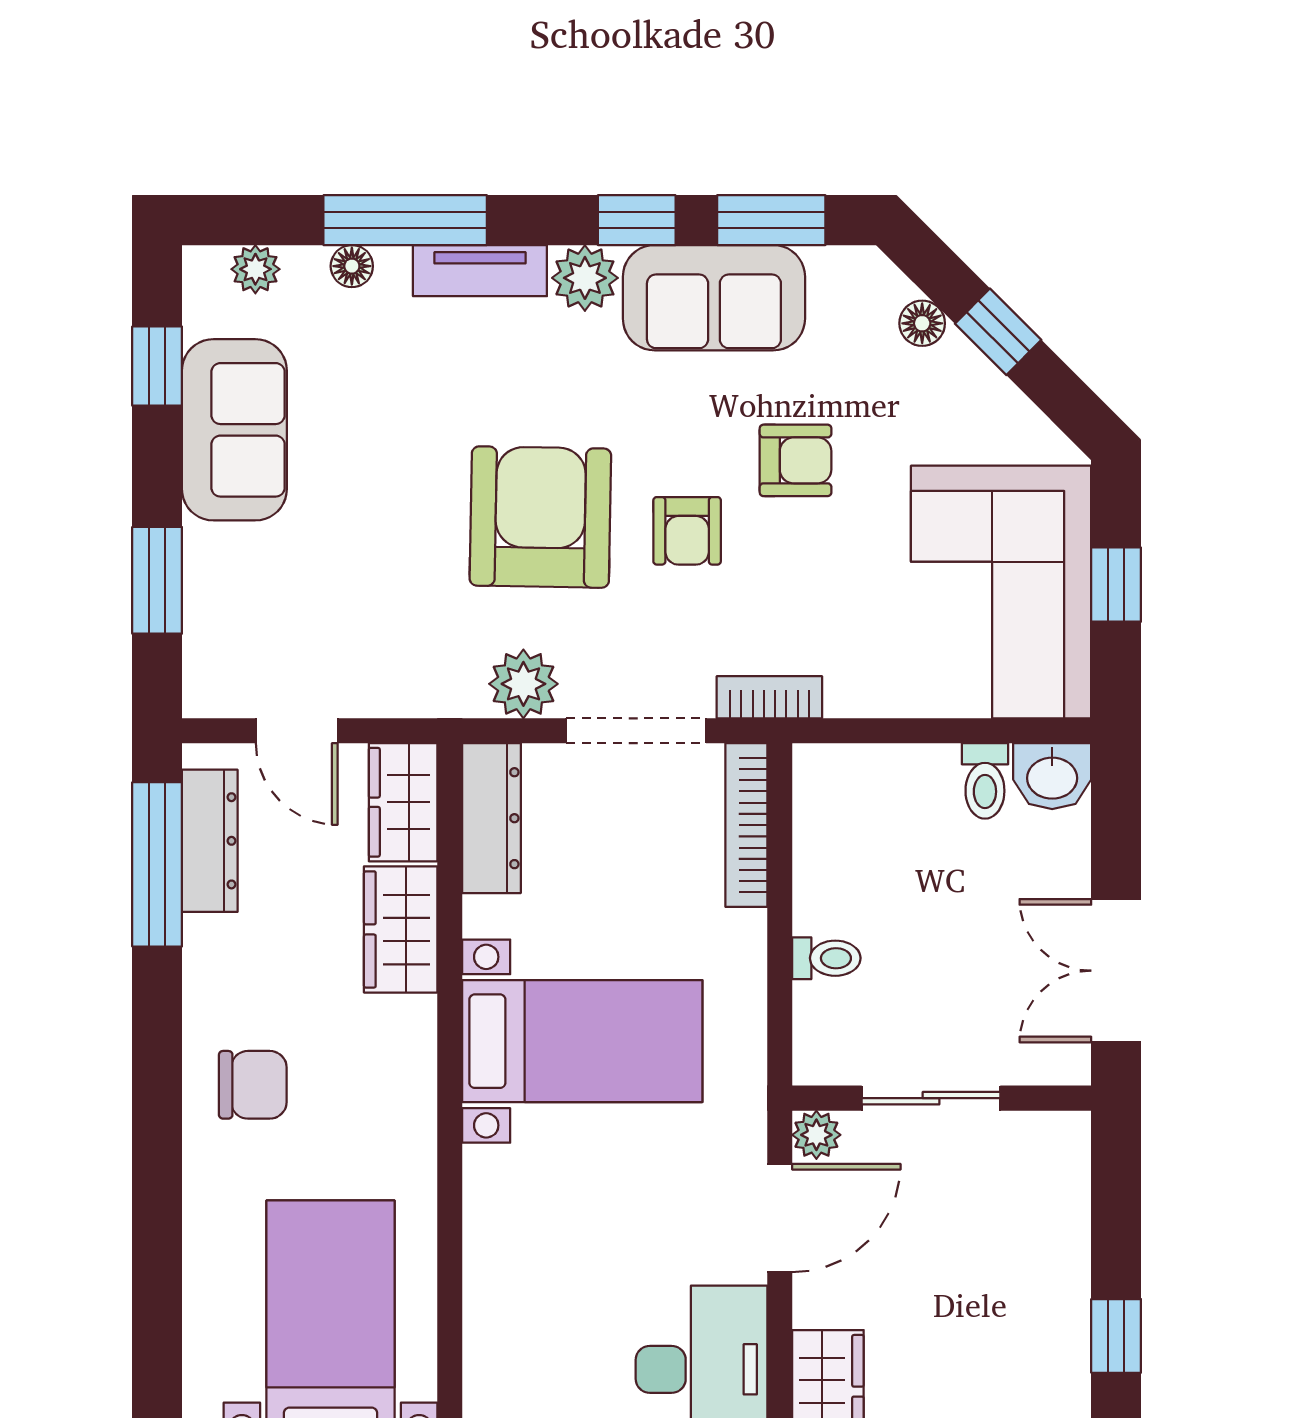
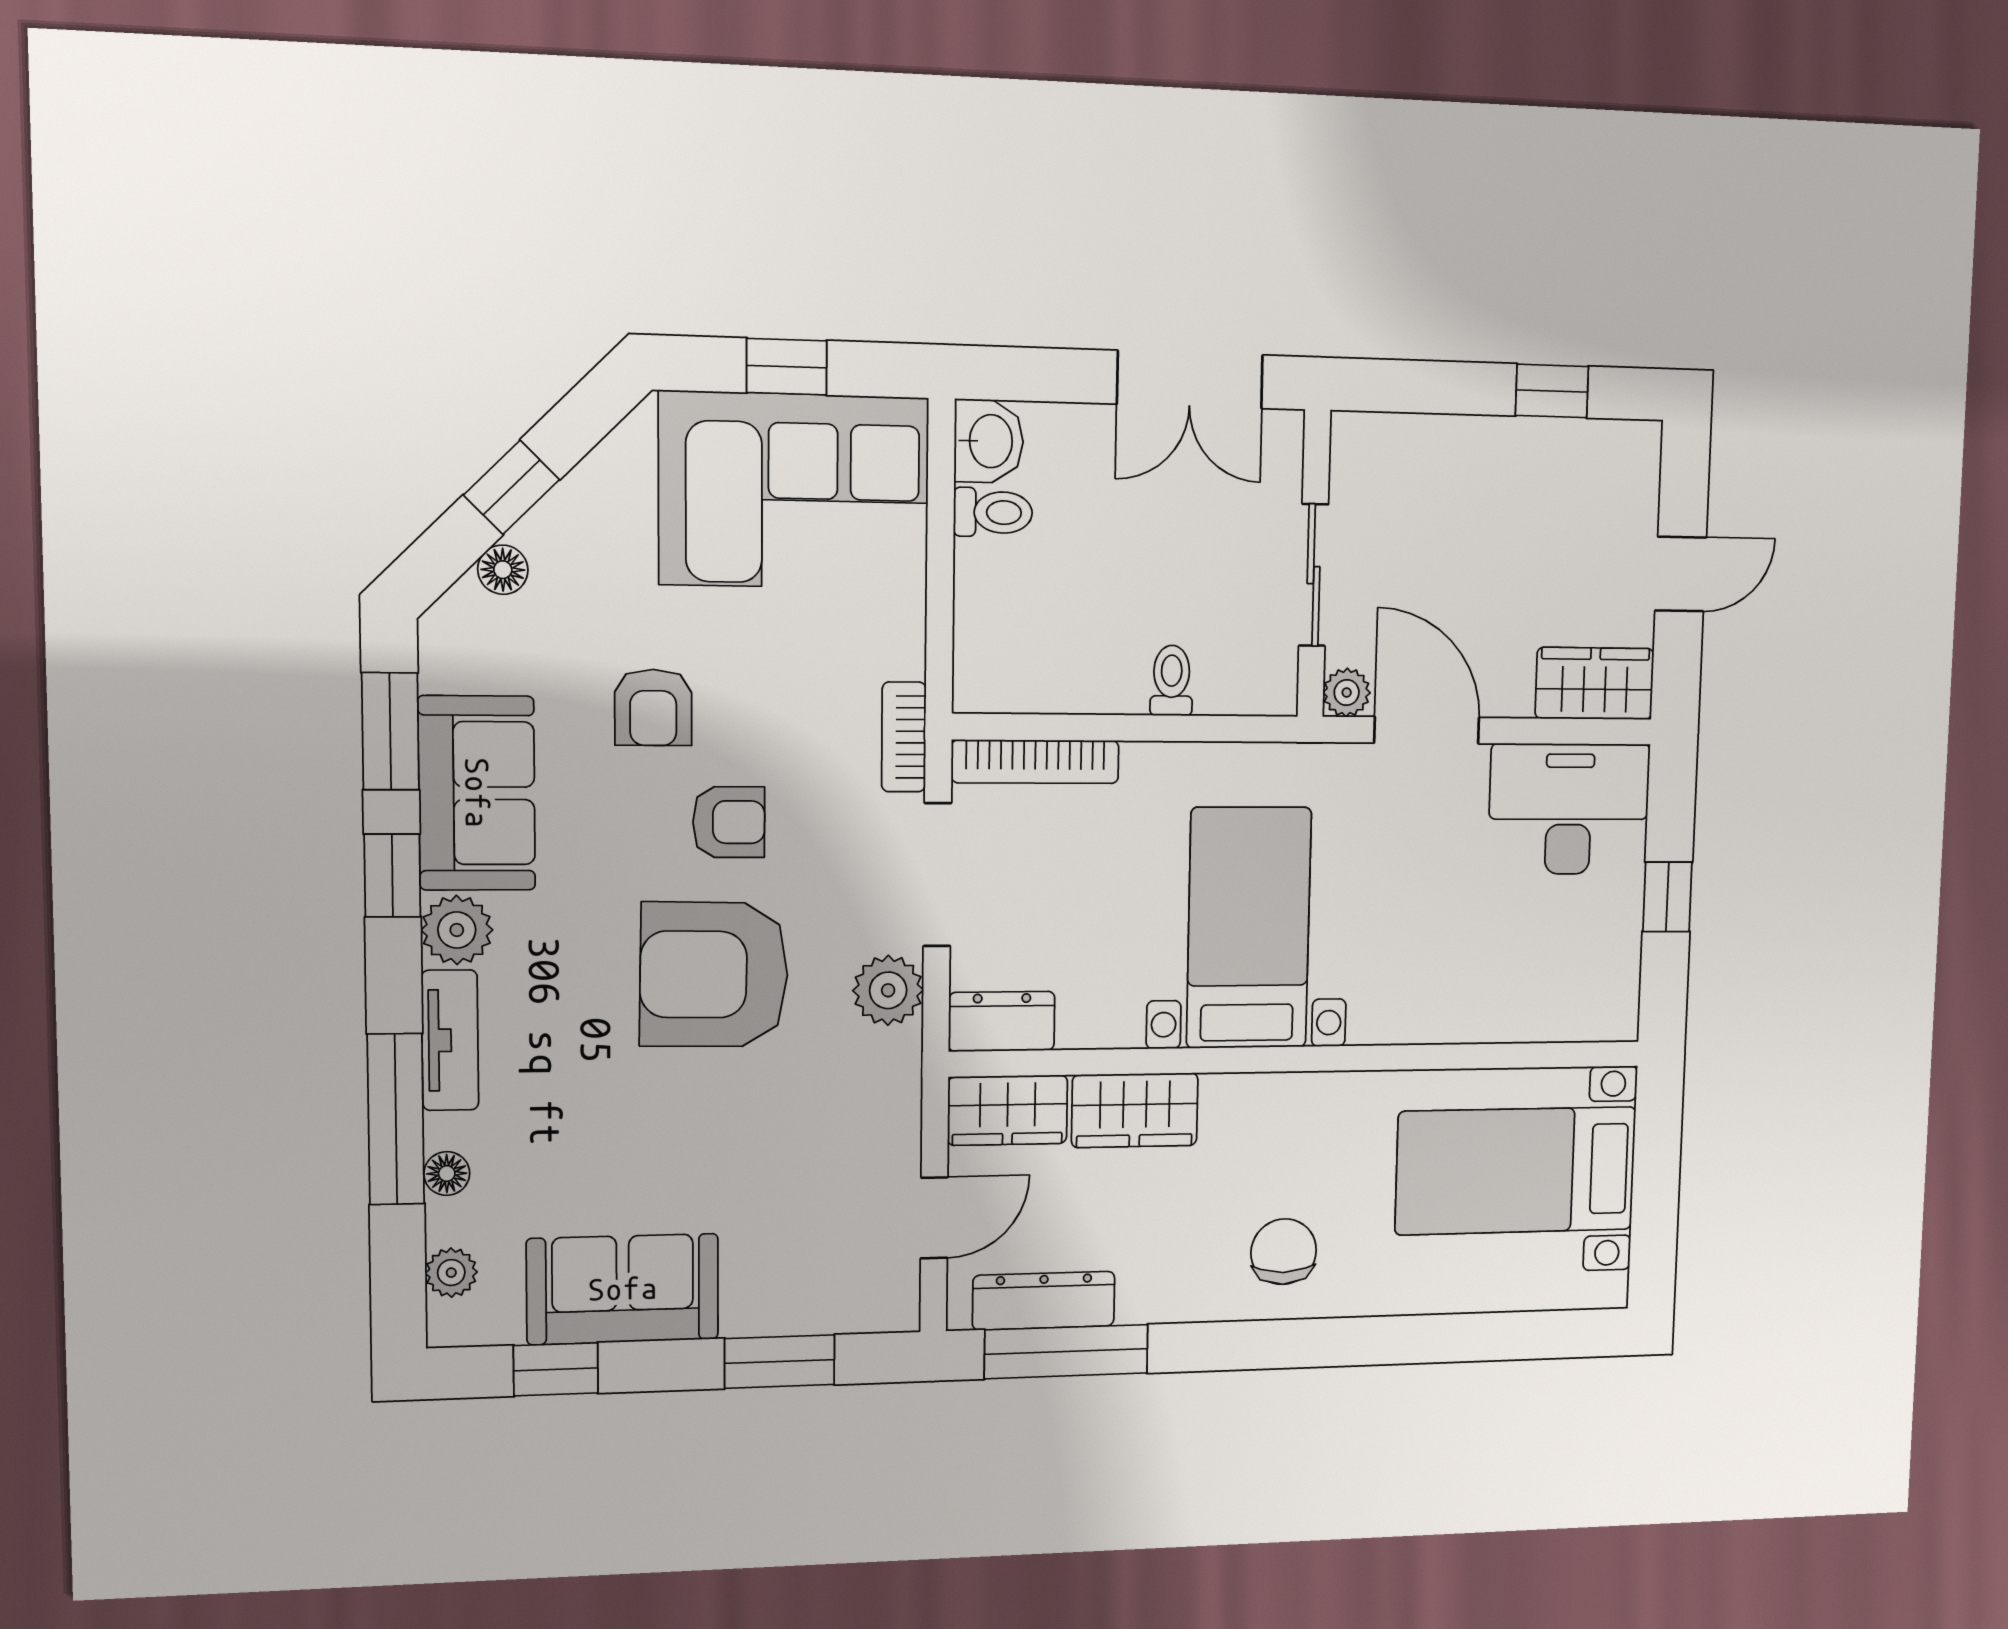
armchair: (796, 460) -> (653, 708), turned 180
dresser: (492, 818) -> (1002, 1021), width x0.70

